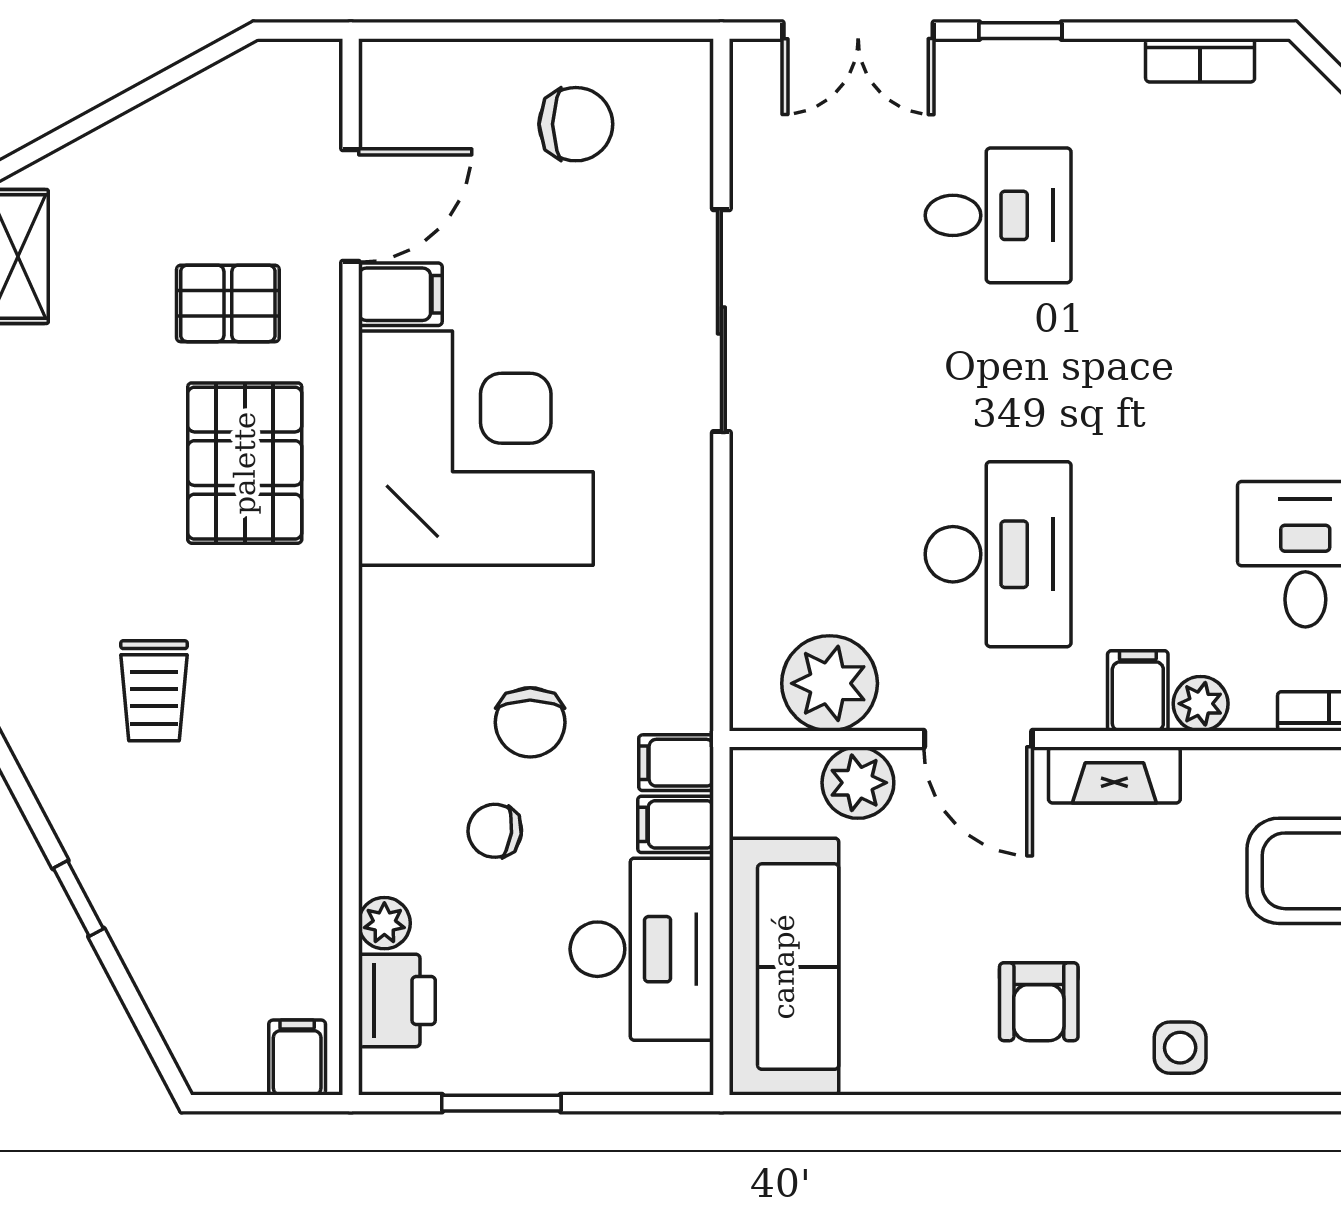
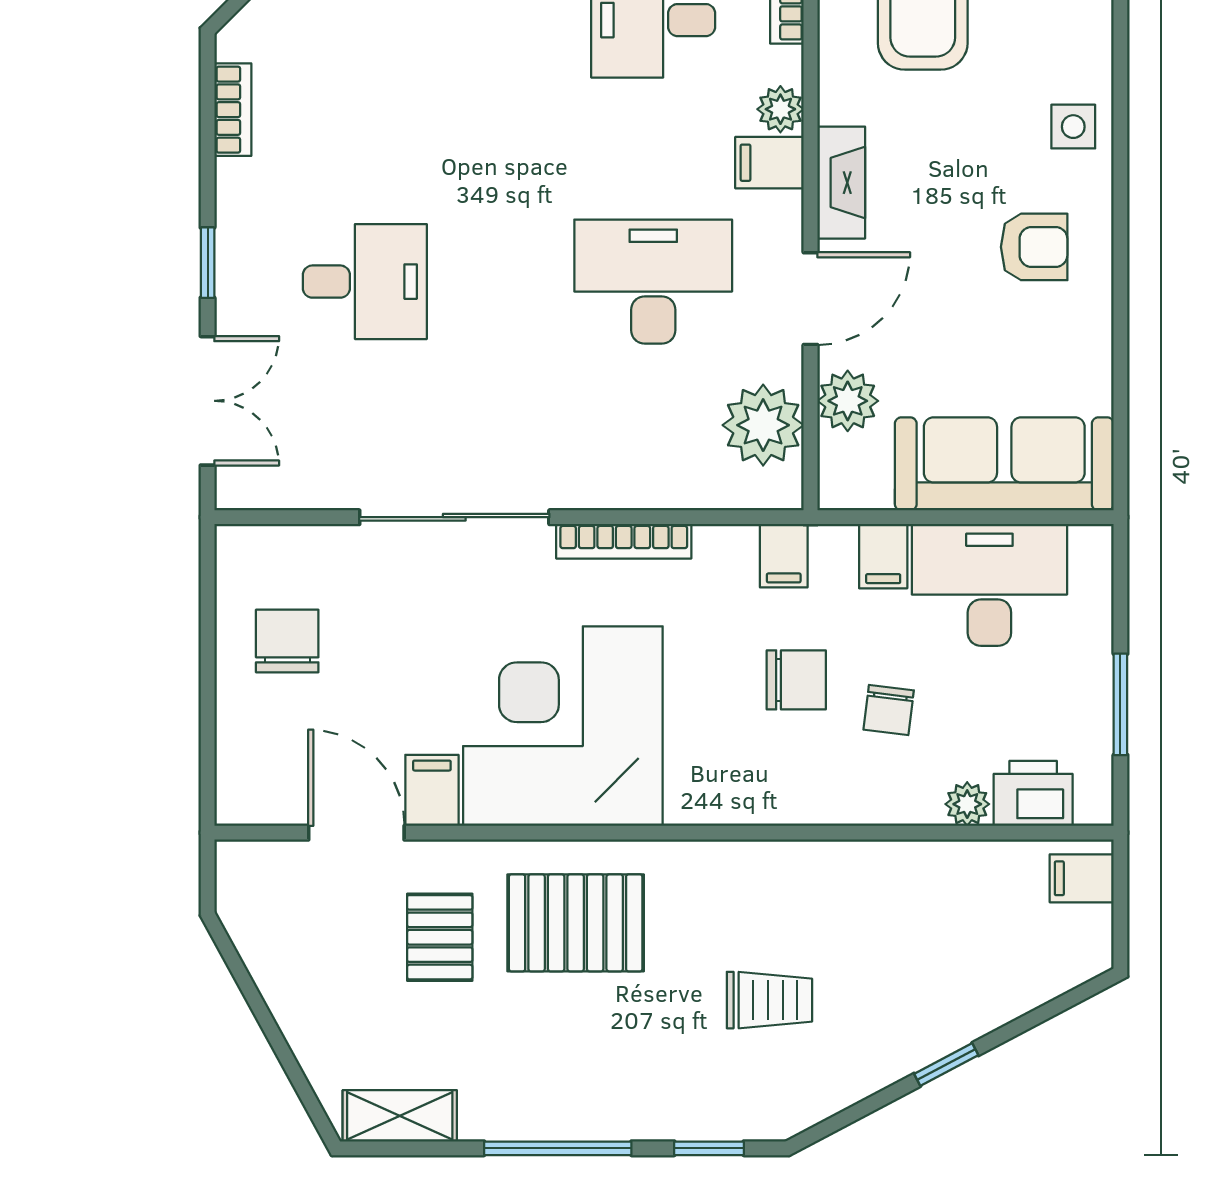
desk: (998, 215) -> (365, 282), turned 90
bookcase: (693, 520) -> (624, 541), added
filing cabinet: (676, 763) -> (784, 556), moved

